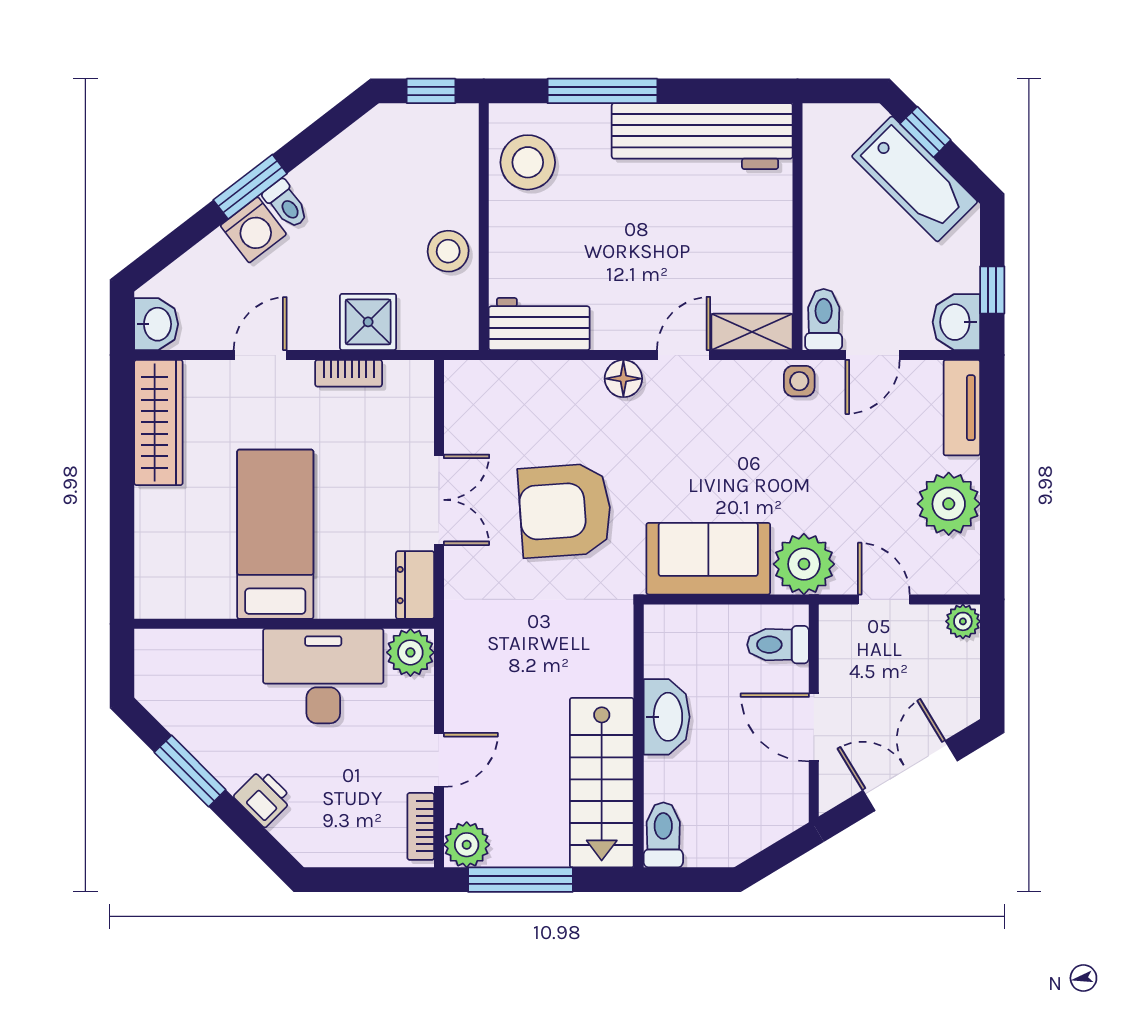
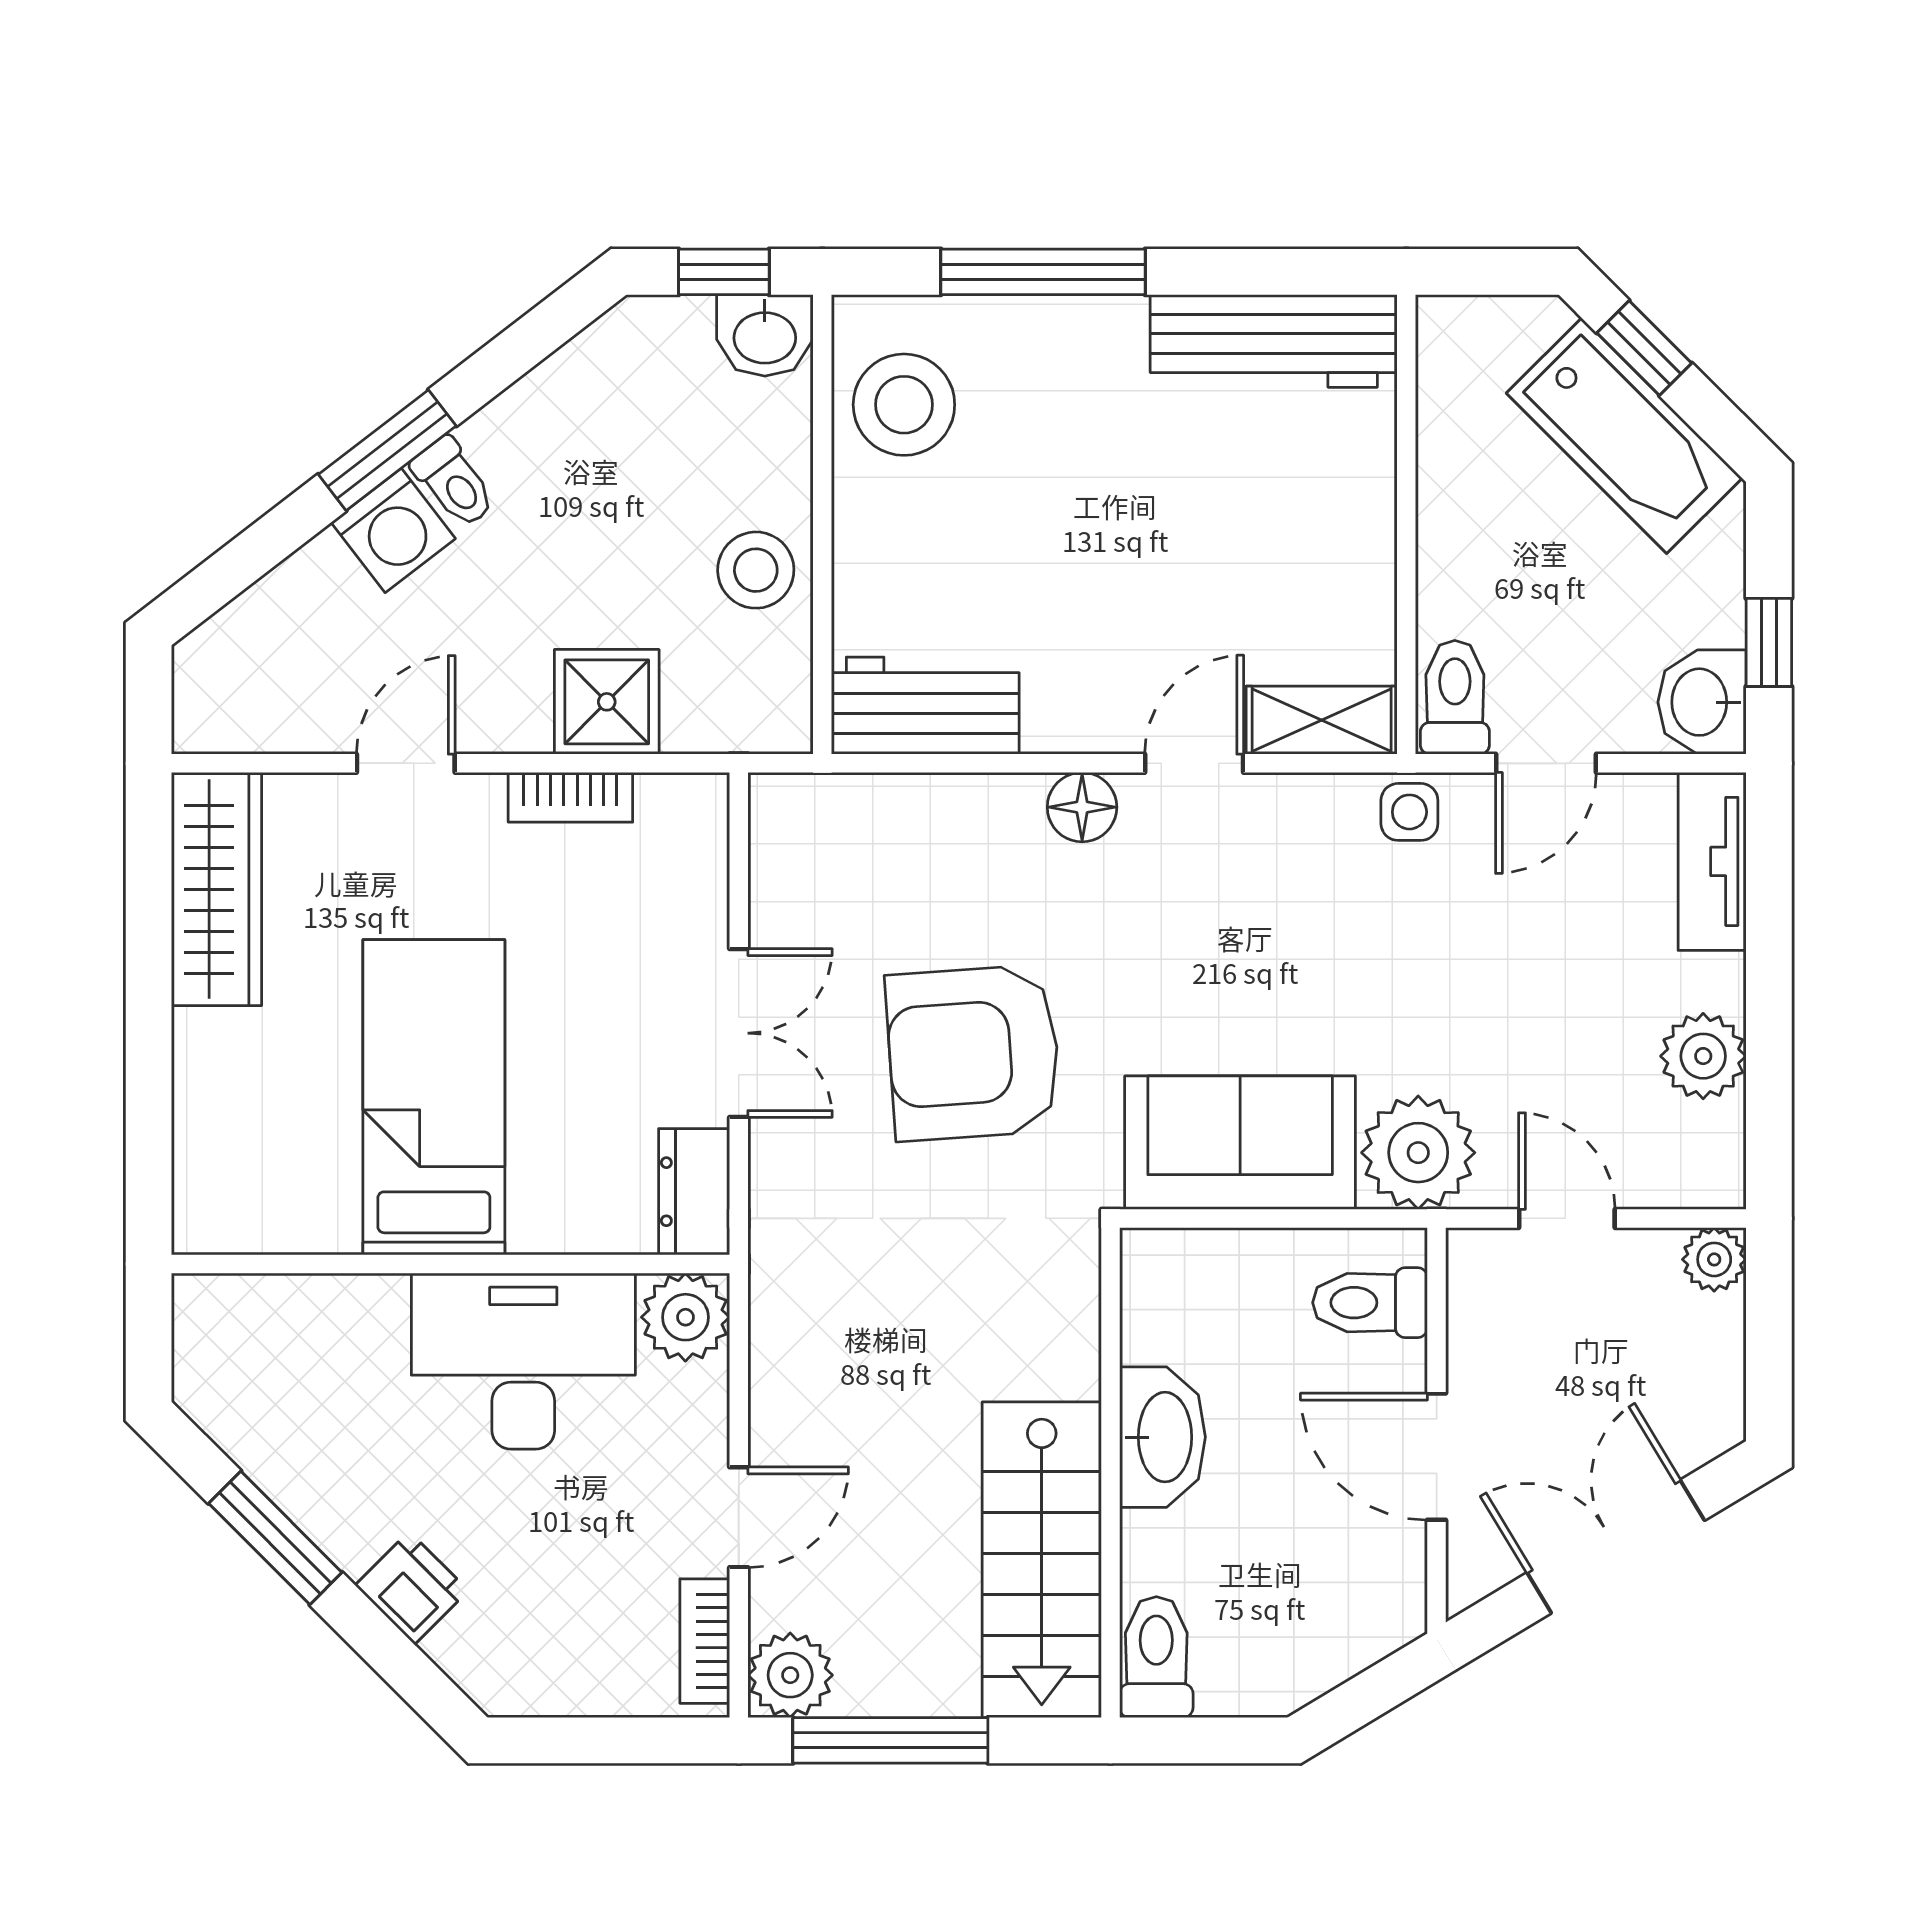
workbench: (702, 136) -> (1274, 341), width x0.73, depth x0.76
washbasin: (156, 324) -> (765, 335), moved, turned 90
plant: (949, 504) -> (1703, 1056), width x0.73, depth x0.73

